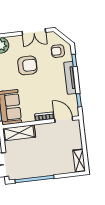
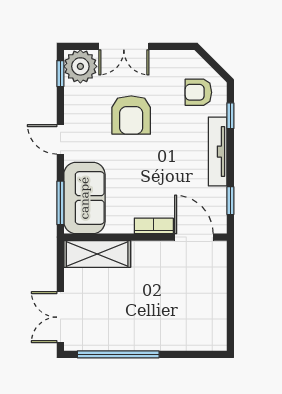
double door: (34, 32) -> (124, 46), moved
armchair: (27, 65) -> (131, 115), turned 90
shelving: (79, 161) -> (216, 327), removed

